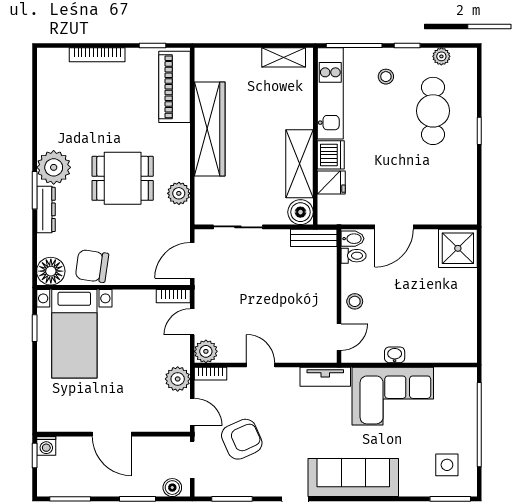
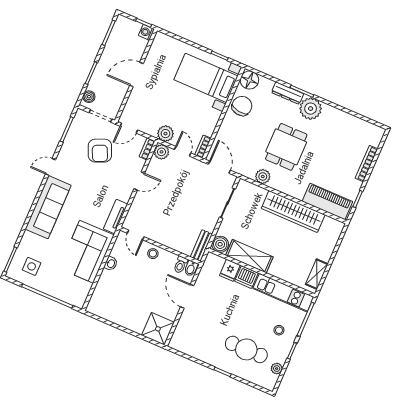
plant: (178, 379) -> (165, 134), moved

